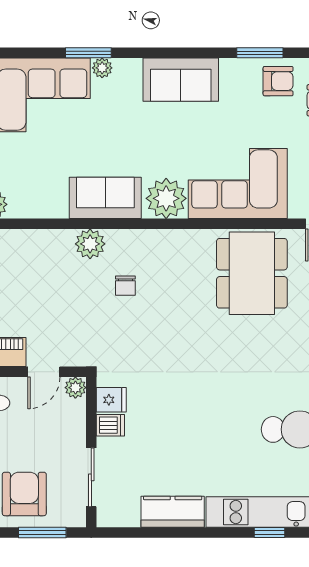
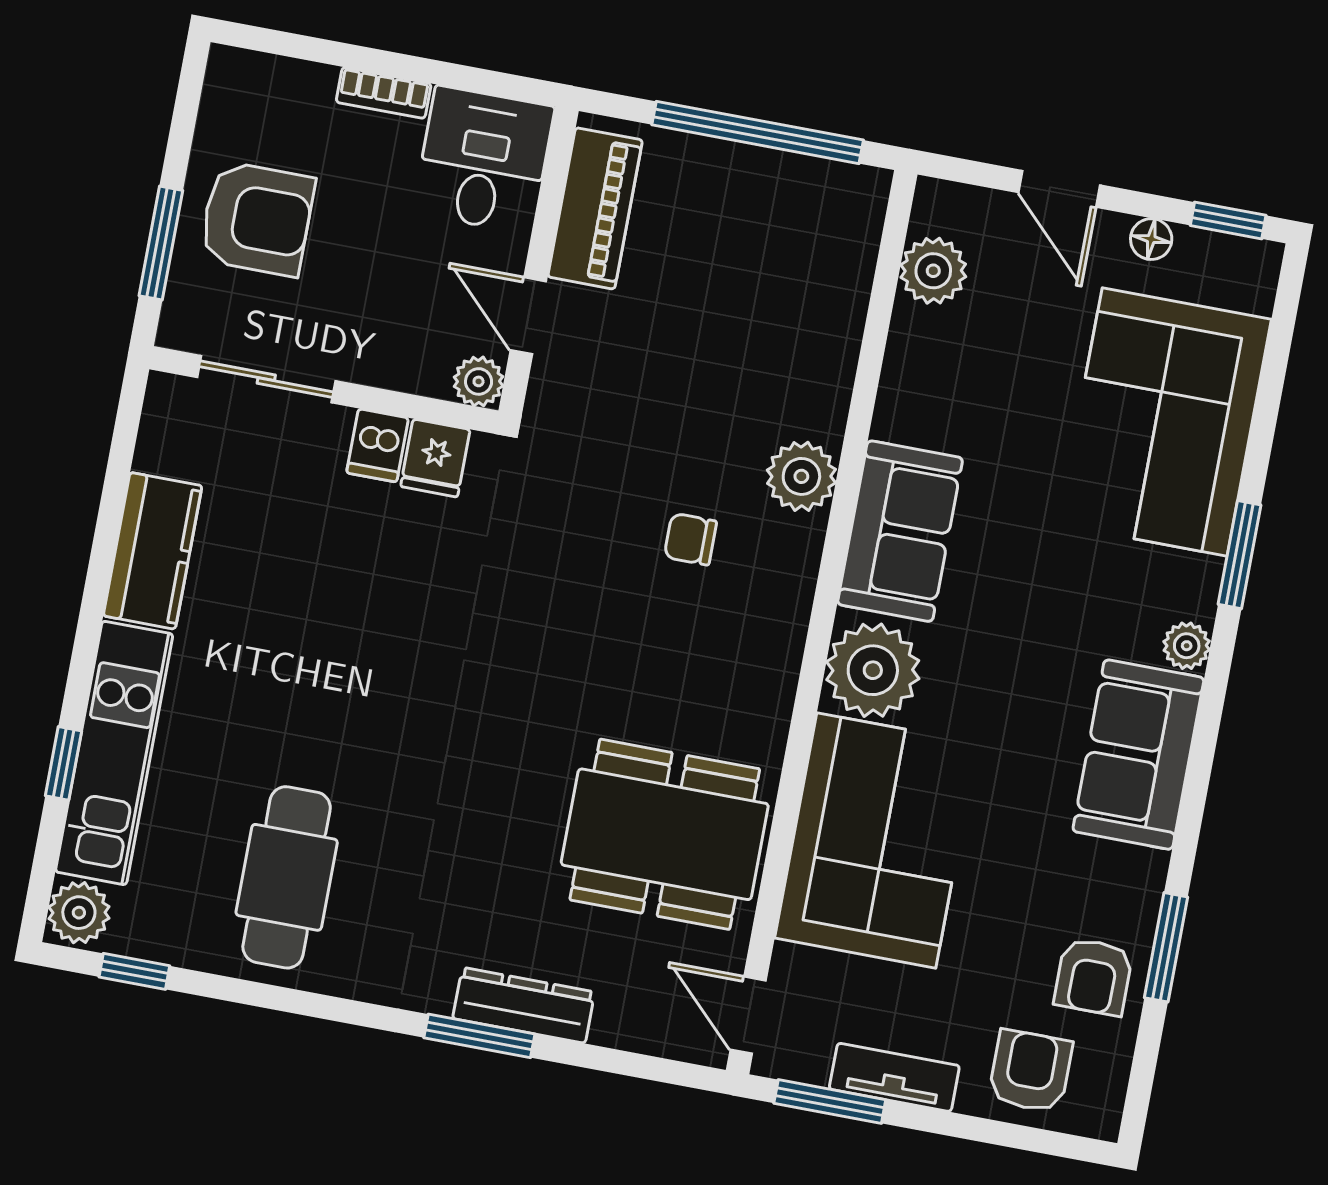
plant: (102, 68) -> (1187, 646), moved

